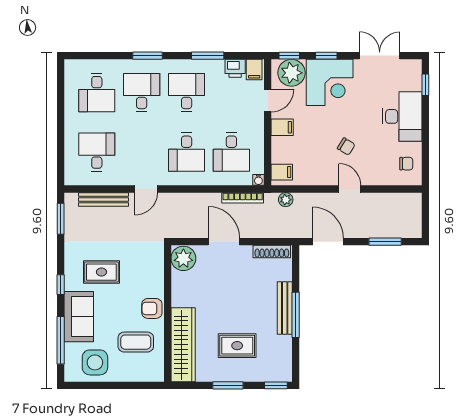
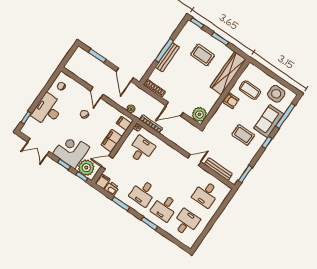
filing cabinet: (282, 127) -> (111, 141), width x2.00
desk: (187, 152) -> (163, 164), removed
door: (224, 242) -> (174, 109), hinge flipped

